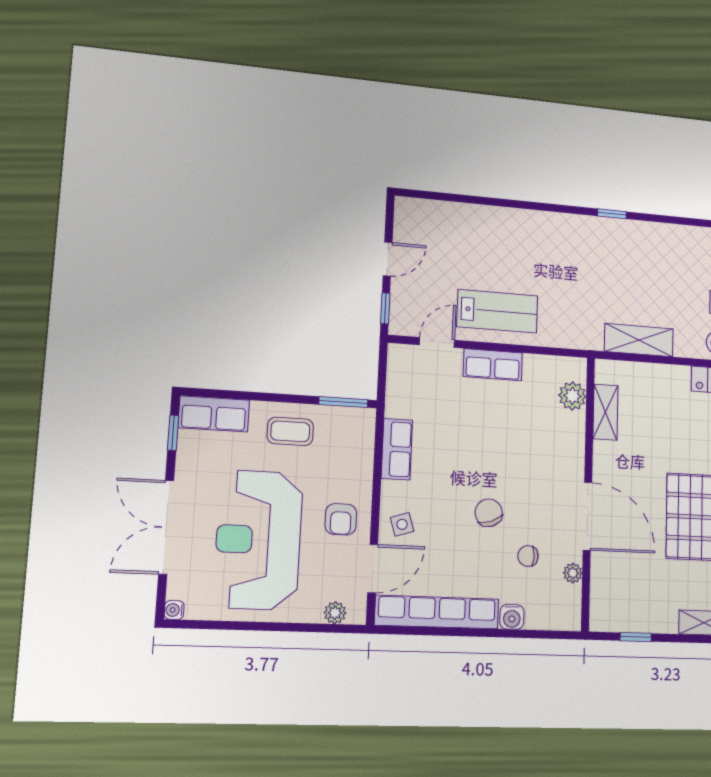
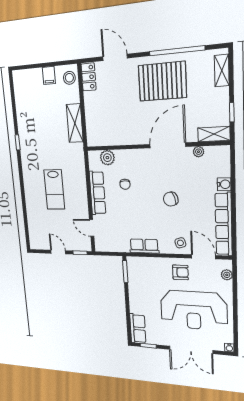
lab bench: (497, 311) -> (54, 190), moved, turned 180
row of seats: (493, 365) -> (98, 193), width x1.48
shelving: (605, 412) -> (214, 134), moved
coffee table: (290, 431) -> (142, 295), removed
chair: (528, 556) -> (125, 184), moved

